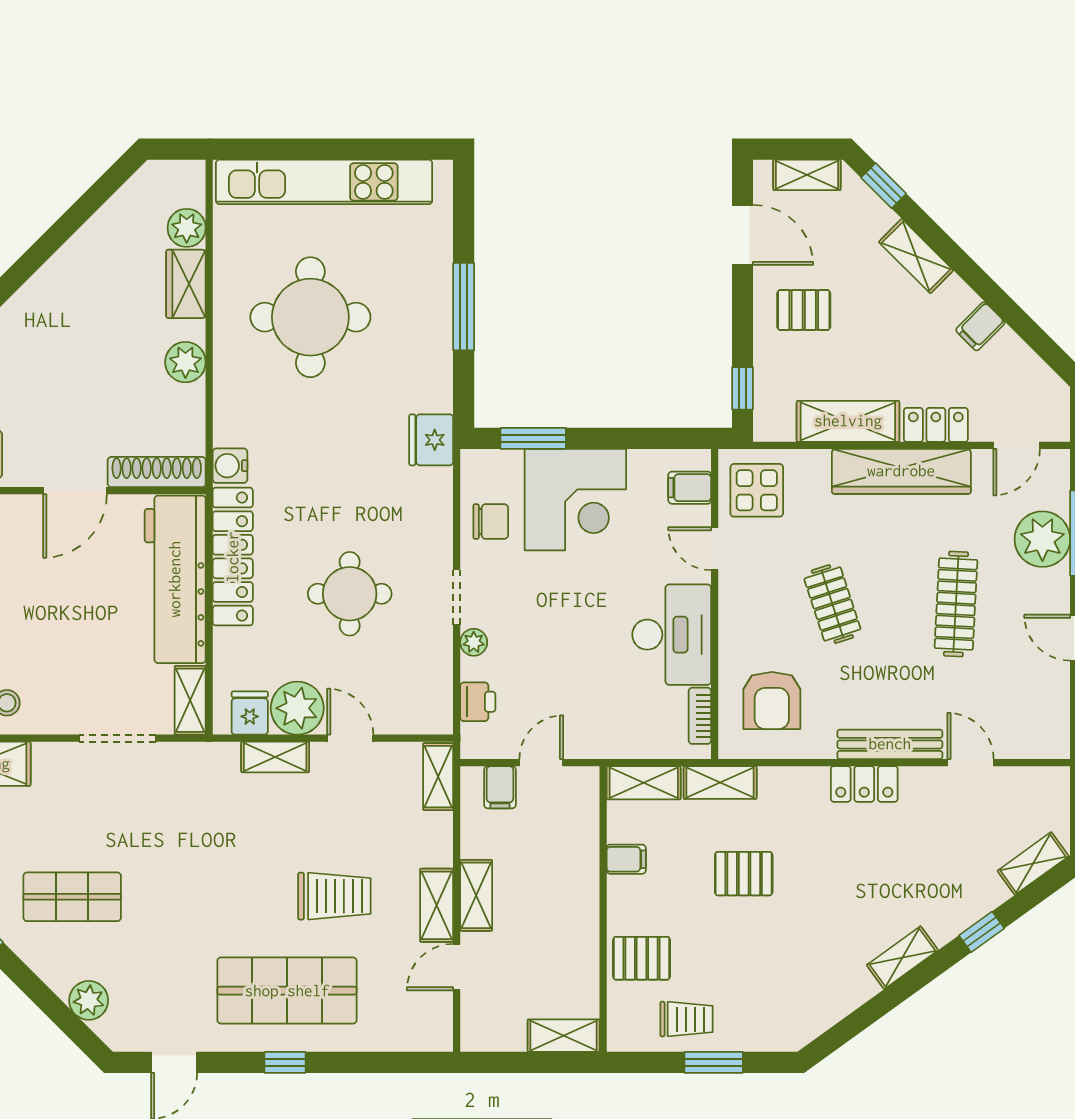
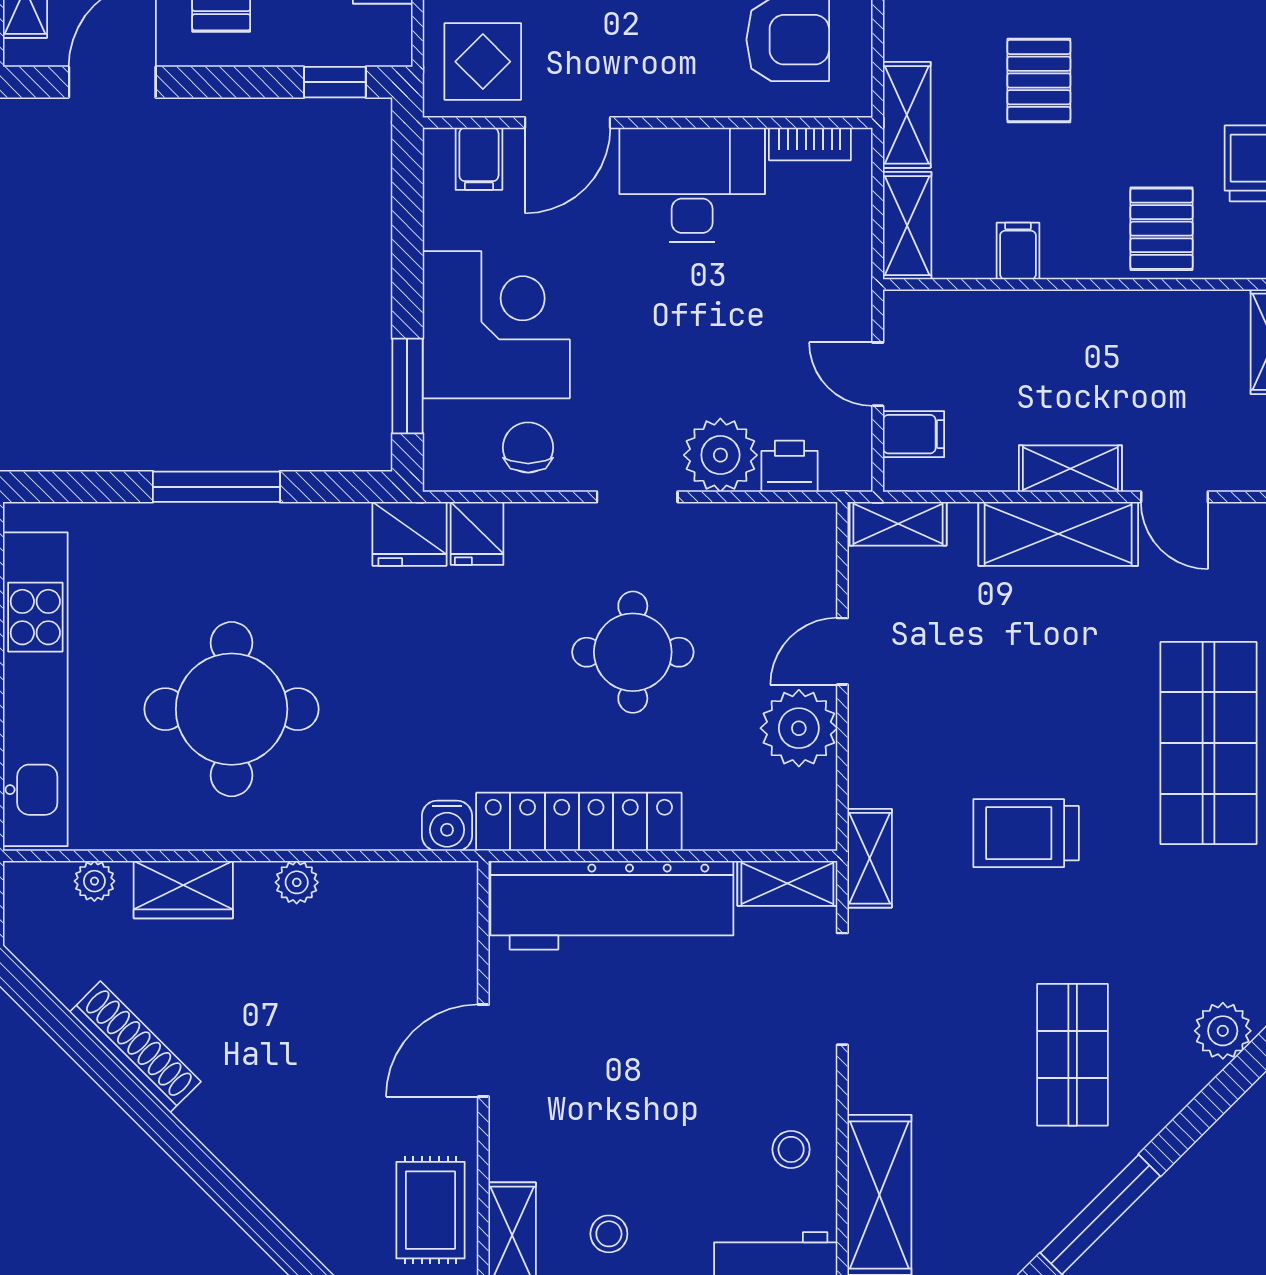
plant: (187, 228) -> (94, 881), width x0.73, depth x0.73
plant: (185, 362) -> (297, 882), width x0.73, depth x0.73
shoe rack: (157, 472) -> (135, 1047), moved, turned 135
door: (75, 491) -> (483, 1051), swing flipped
door: (715, 549) -> (568, 123), width x1.38
plant: (474, 642) -> (720, 455), width x1.87, depth x1.87
fridge: (250, 713) -> (477, 533), moved, turned -90
shelving: (275, 757) -> (870, 858), moved
trolley: (334, 896) -> (1026, 833), moved, turned -90
shelving: (437, 905) -> (1058, 534), width x1.50, depth x1.33

